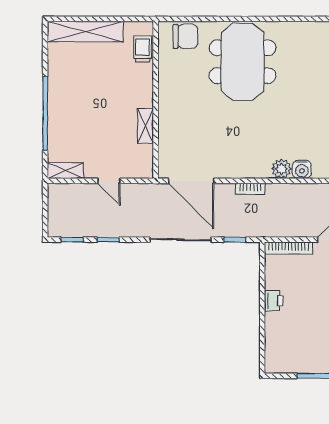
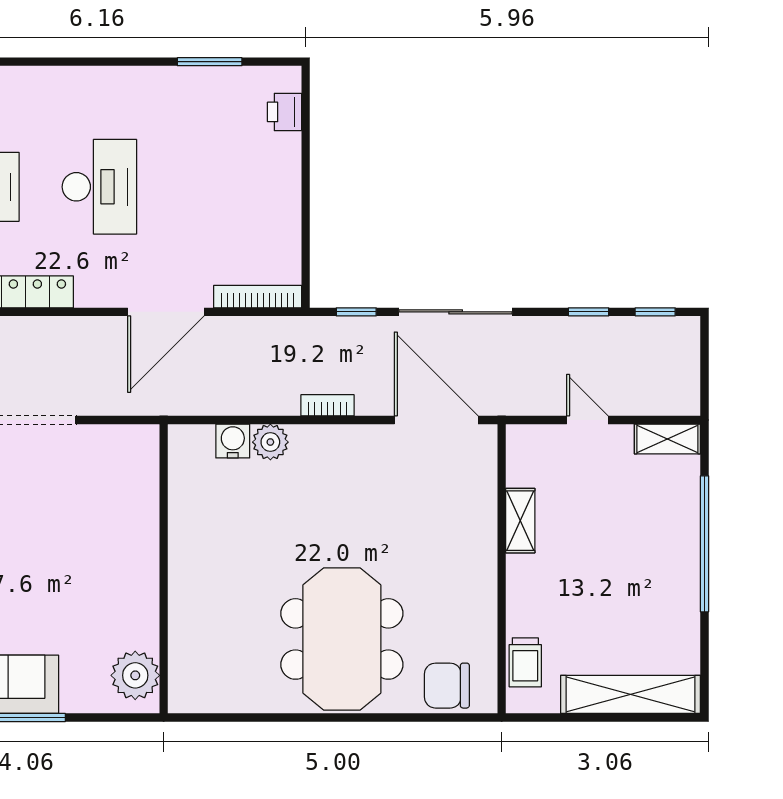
printer: (274, 301) -> (284, 112), moved

